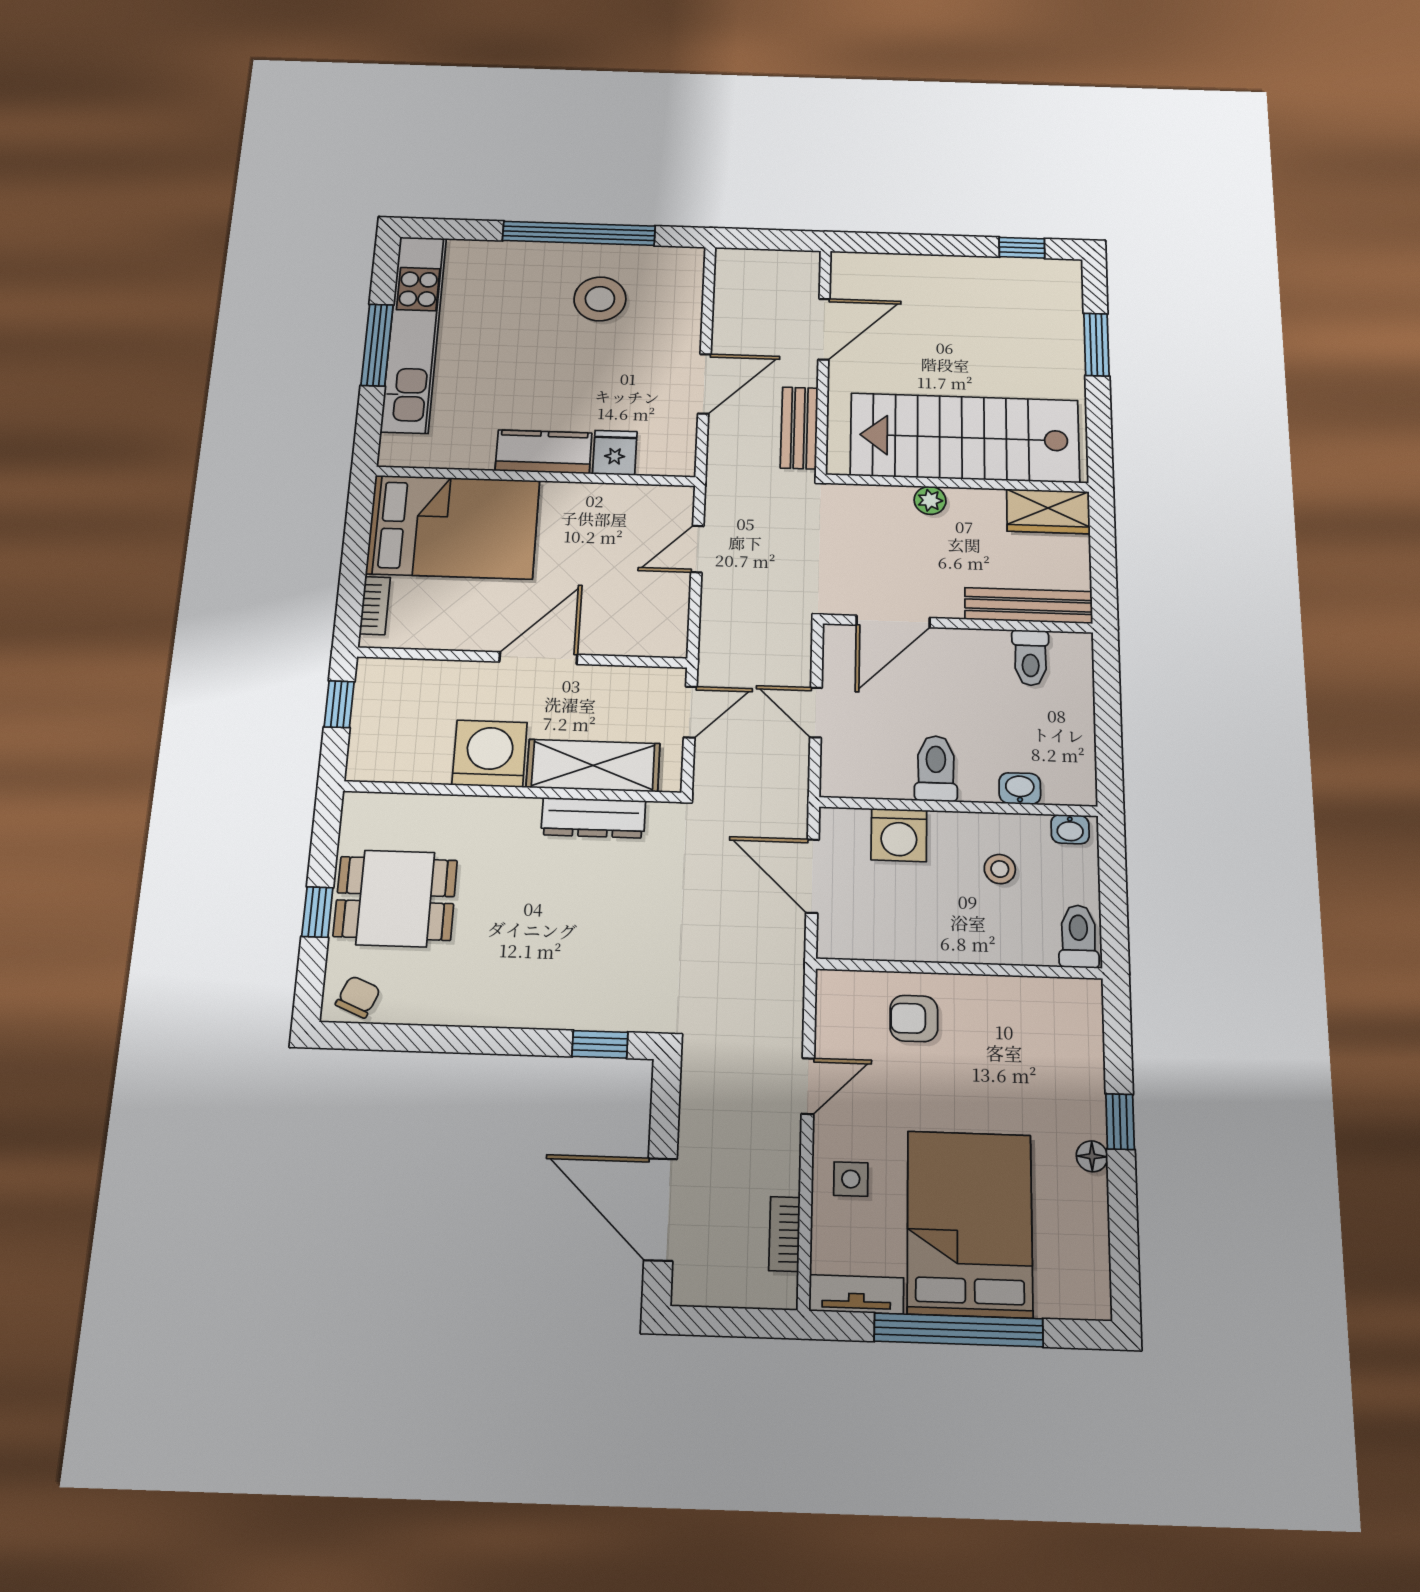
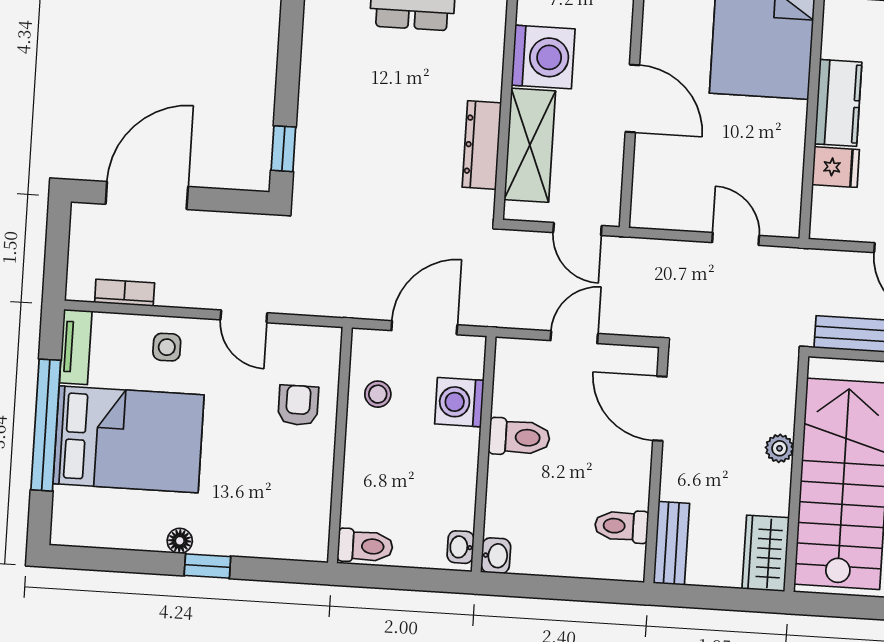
bench: (1029, 606) -> (671, 543), width x0.73
washbasin: (1020, 789) -> (496, 556), moved
stool: (1000, 869) -> (378, 394), moved

